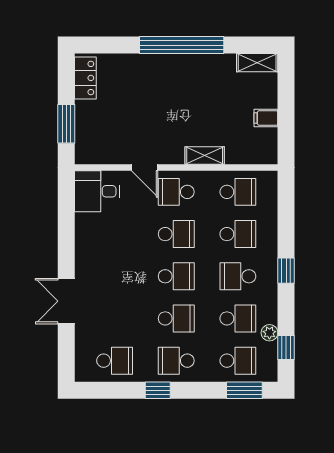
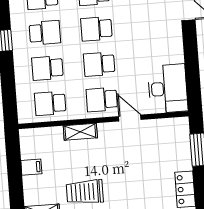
trolley: (205, 84) -> (85, 192), added
desk: (97, 191) -> (168, 89), width x1.37
school desk: (176, 192) -> (102, 100), turned 180

